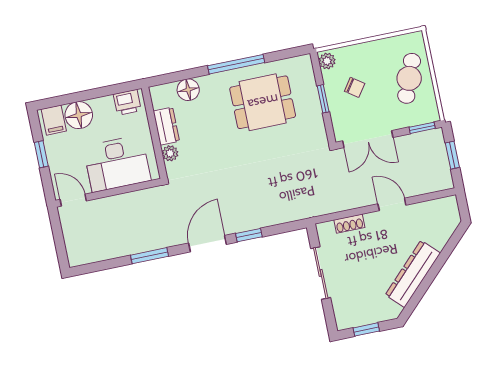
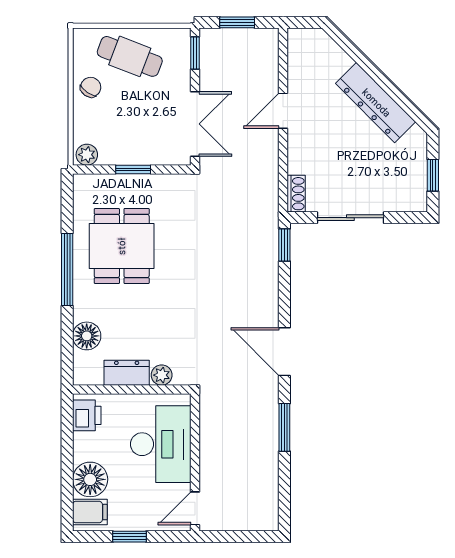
chair: (355, 87) -> (91, 87), moved
shoe rack: (349, 224) -> (296, 194), moved
window: (249, 235) -> (284, 245), moved

